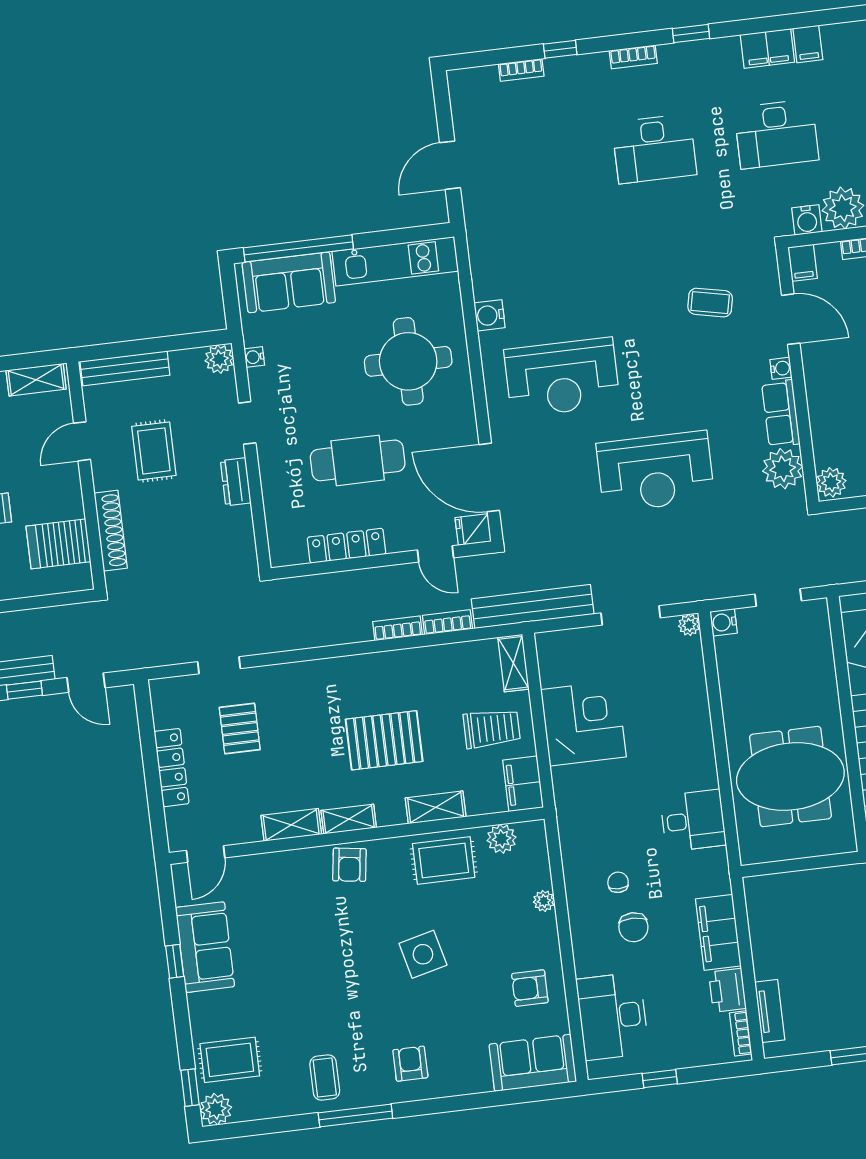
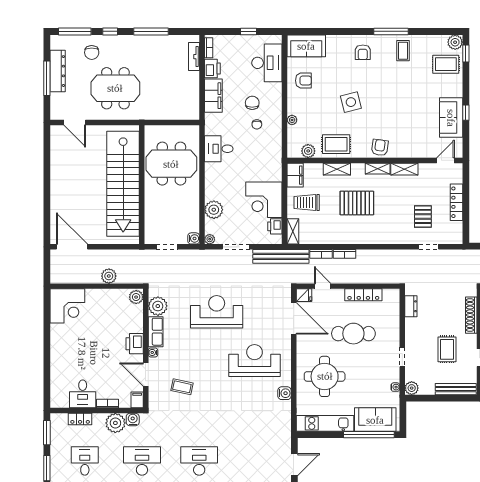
printer: (822, 382) -> (135, 344), added
dresser: (236, 482) -> (411, 306), moved
printer: (553, 669) -> (275, 226), added
plant: (688, 689) -> (214, 210), added

